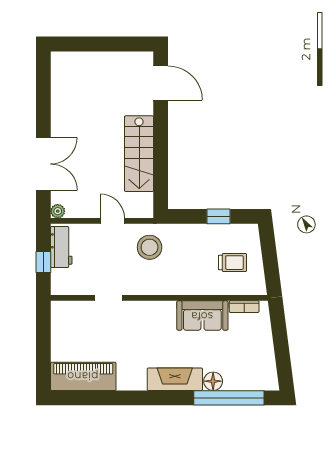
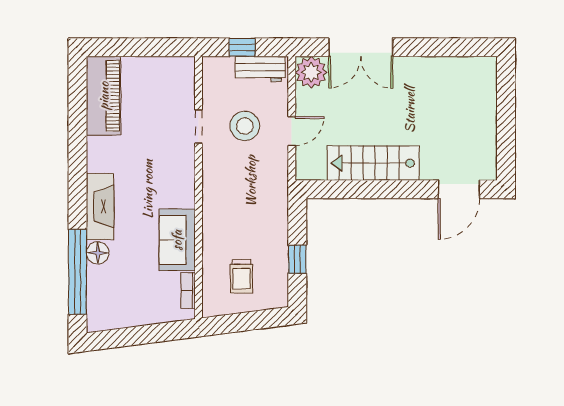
plant: (58, 211) -> (311, 72), width x1.88, depth x1.88
stool: (150, 247) -> (245, 126), moved

